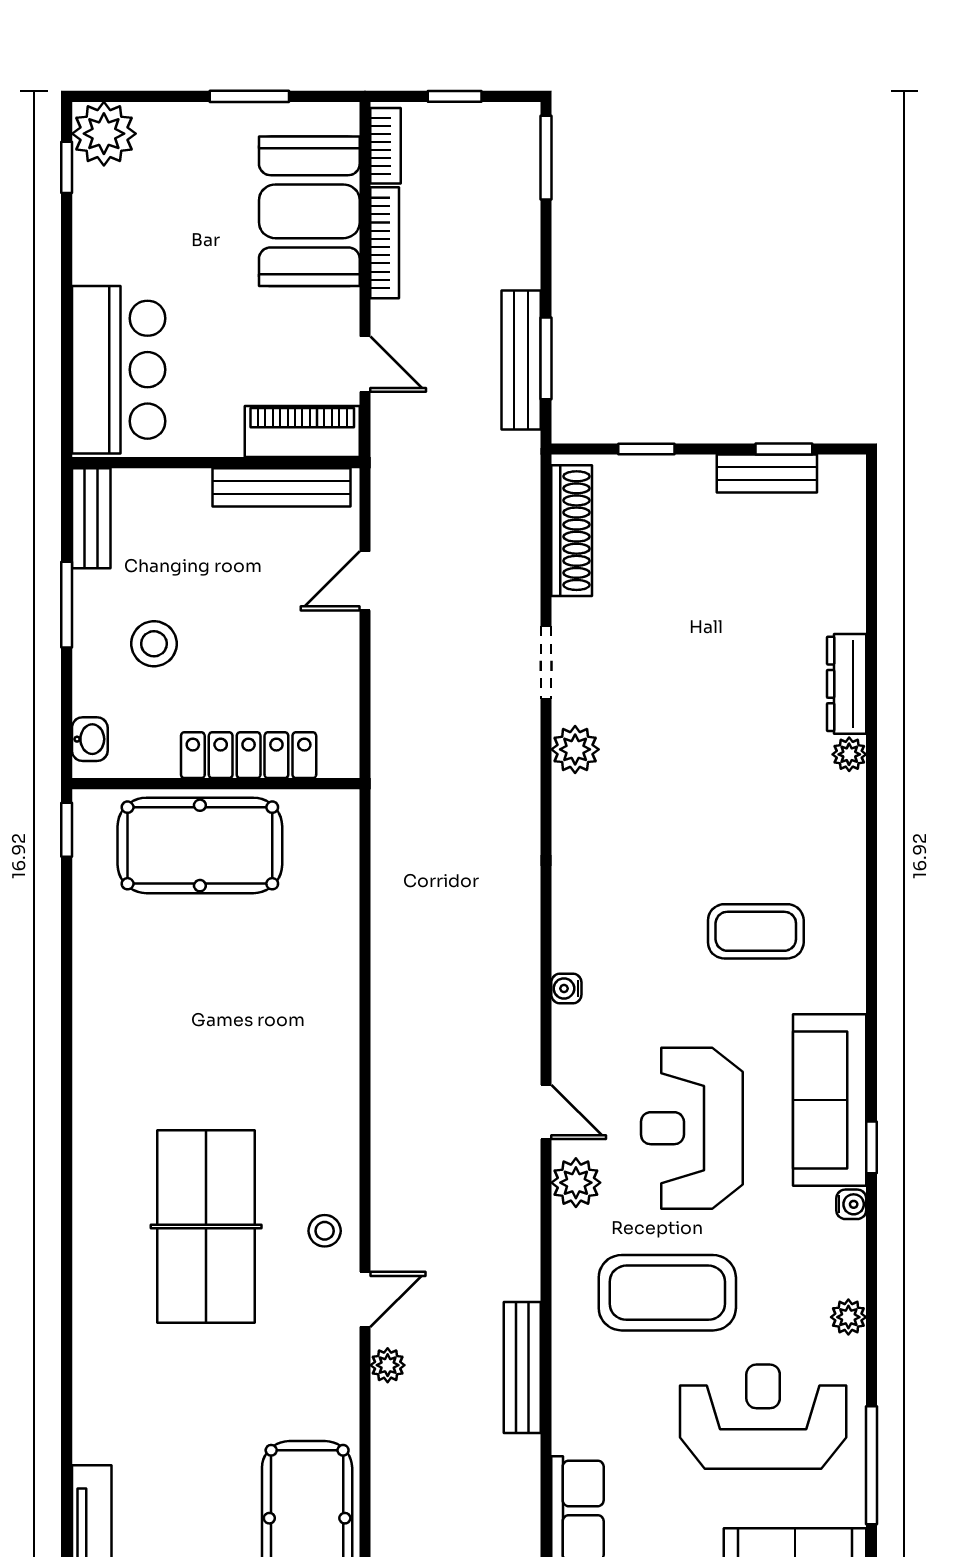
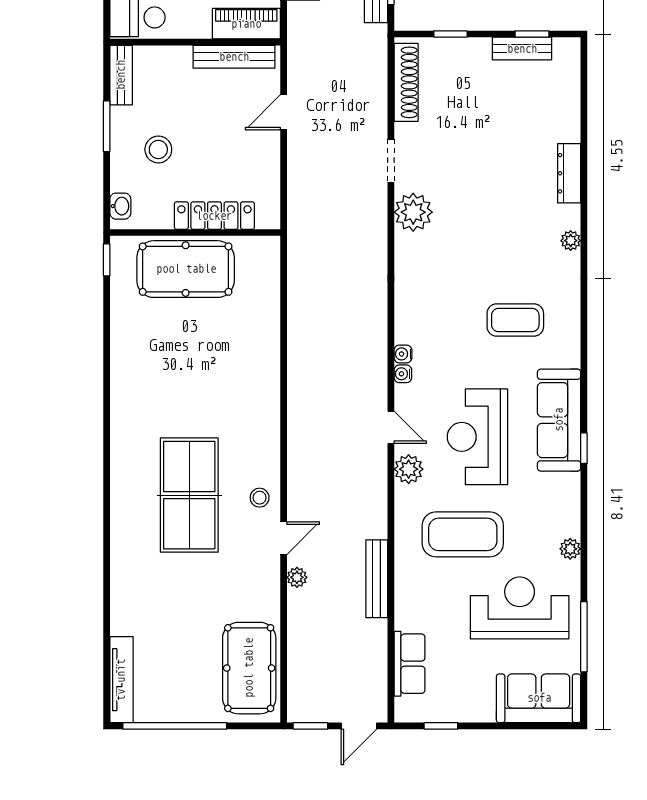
plant: (575, 749) -> (413, 212), width x1.36, depth x1.36
plant: (849, 754) -> (571, 241), moved
water cooler: (851, 1204) -> (403, 374), moved, turned 180

